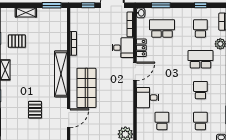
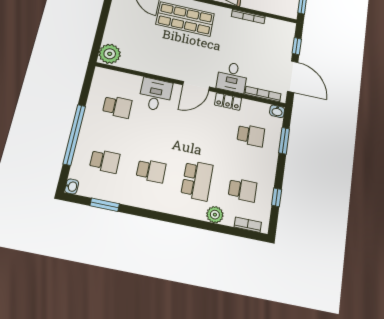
school desk: (162, 28) -> (251, 135), width x0.54
door: (135, 71) -> (196, 86), hinge flipped

